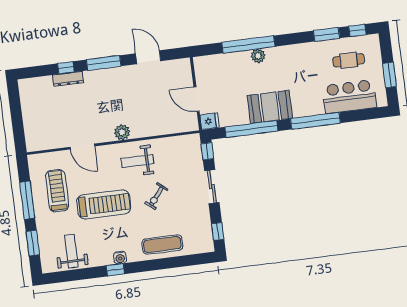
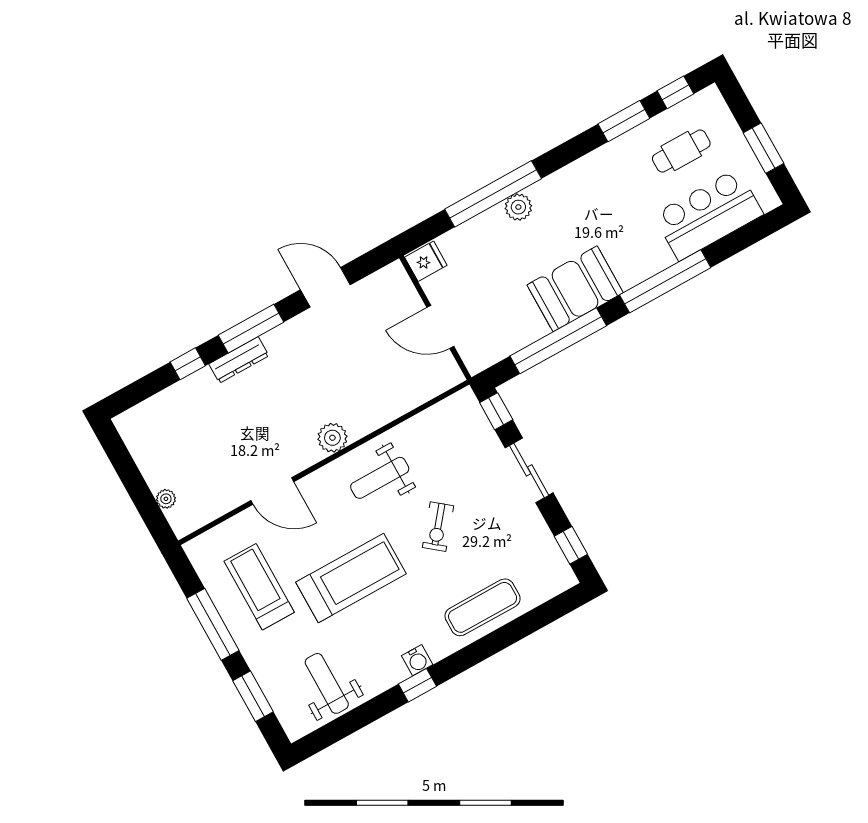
dresser: (68, 79) -> (239, 360), moved
fridge: (210, 121) -> (426, 261), moved
plant: (29, 130) -> (166, 499), added

